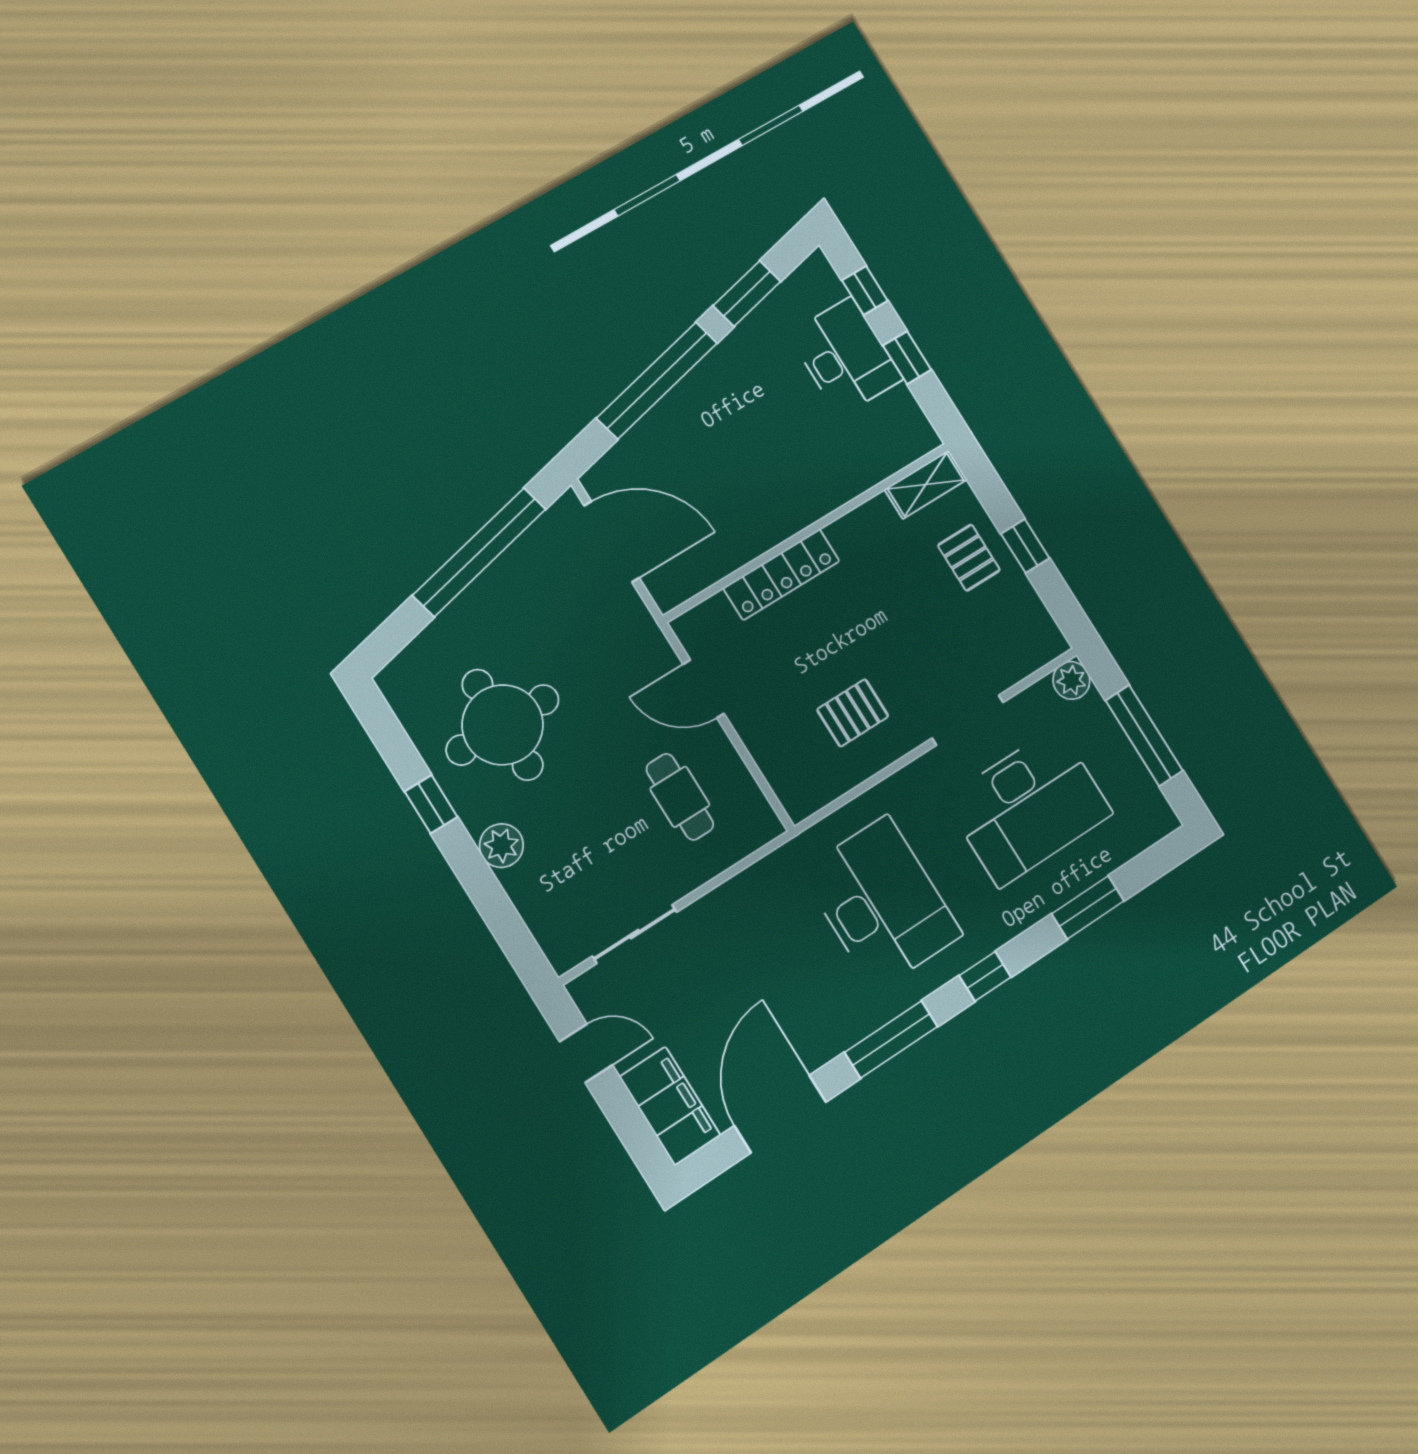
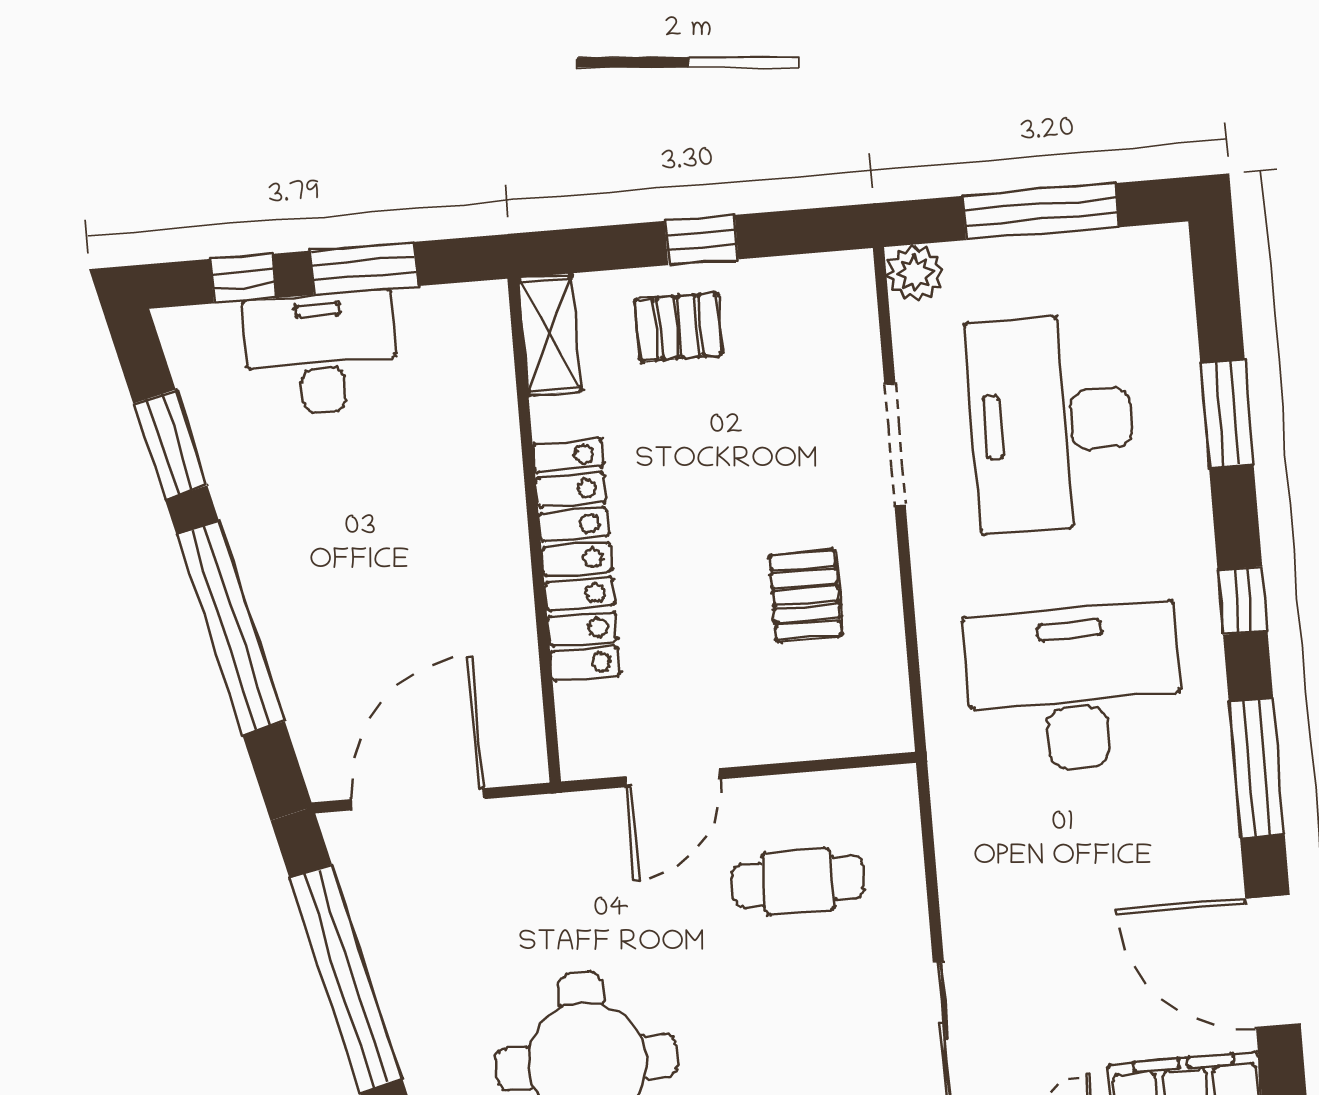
window: (907, 358) -> (364, 268), width x1.50
locker: (782, 575) -> (577, 559), width x1.41, depth x1.21
desk: (1029, 806) -> (1052, 423), turned 180

